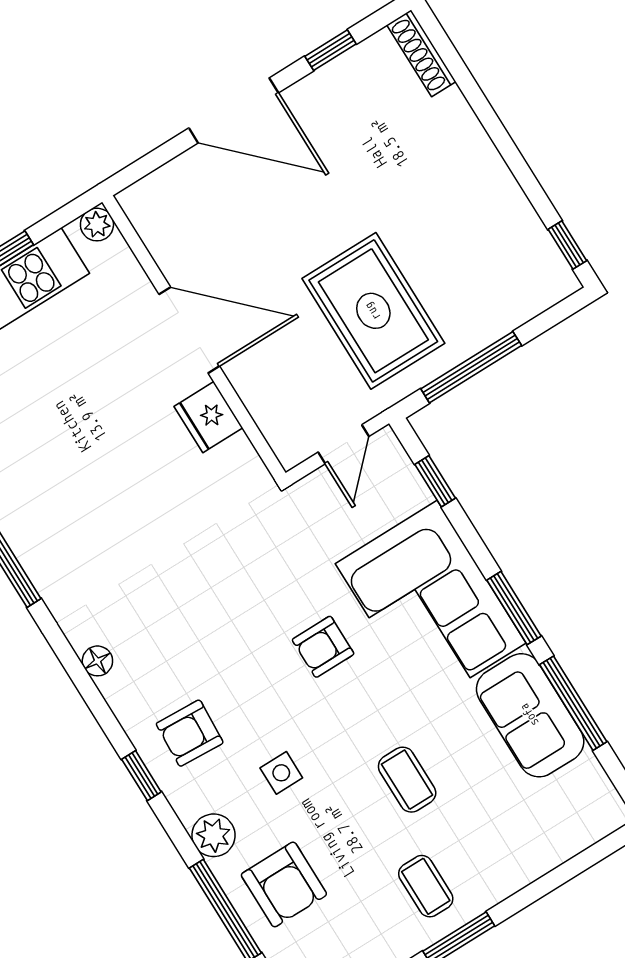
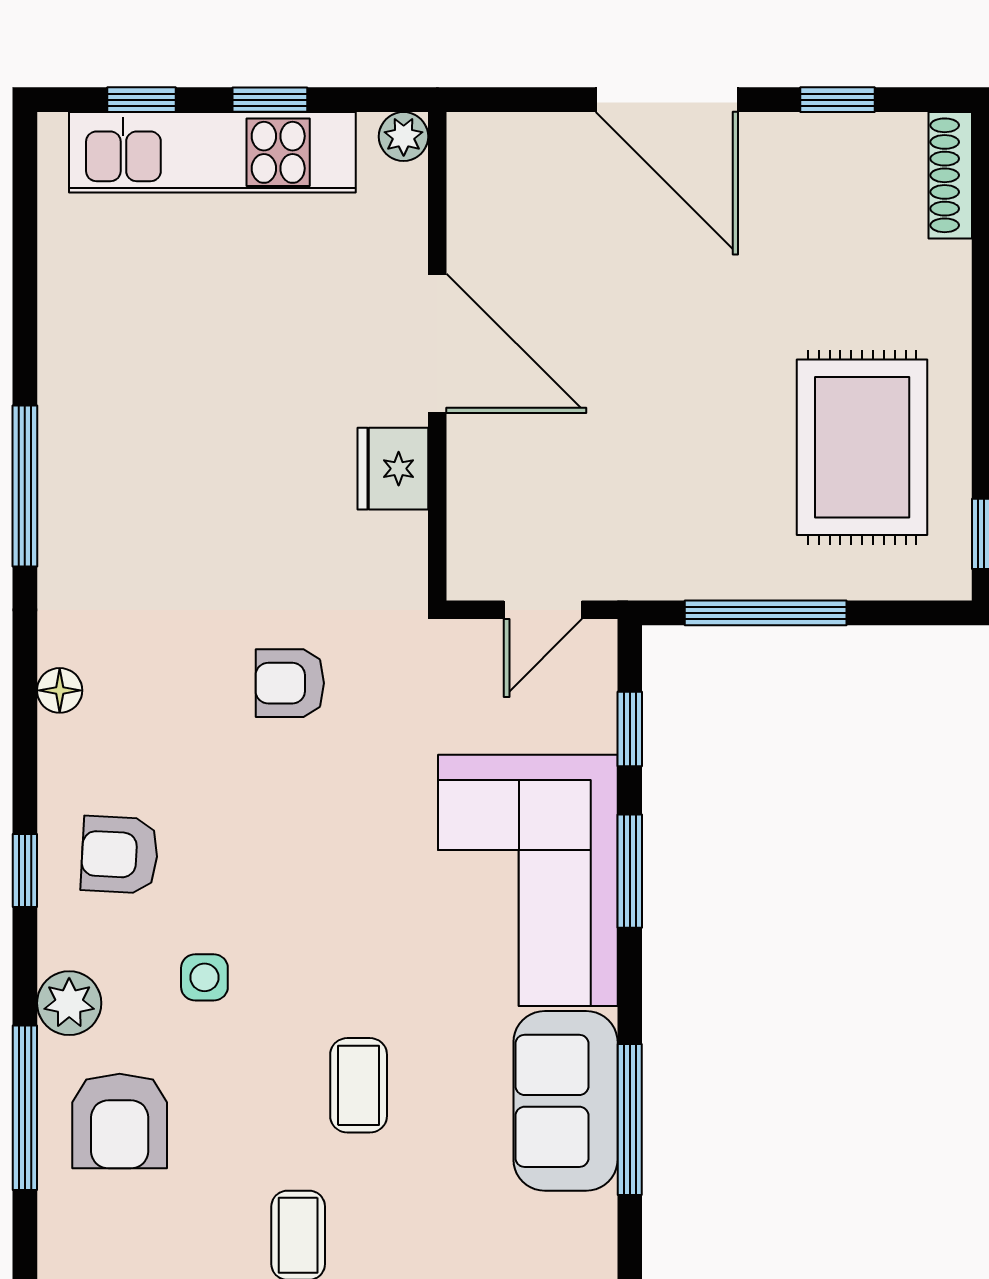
rug: (373, 311) -> (862, 447), moved
window: (514, 608) -> (630, 871), moved
armchair: (323, 647) -> (290, 683), moved

